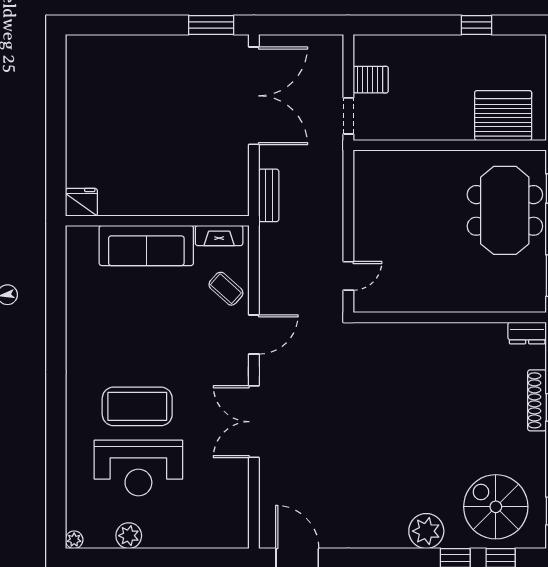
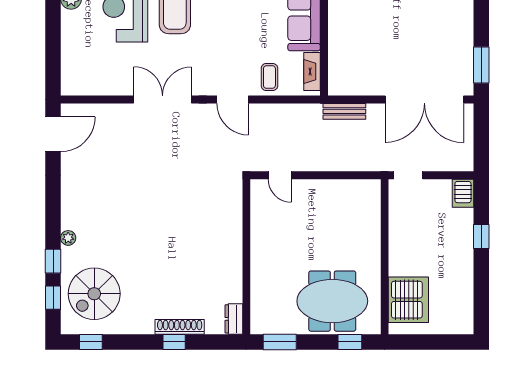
window: (477, 25) -> (481, 236), moved
server rack: (371, 80) -> (463, 193), moved
coffee table: (226, 289) -> (269, 77), turned -42
spiral stairs: (496, 507) -> (94, 294), turned 180
plant: (426, 531) -> (68, 238), width x0.53, depth x0.53

